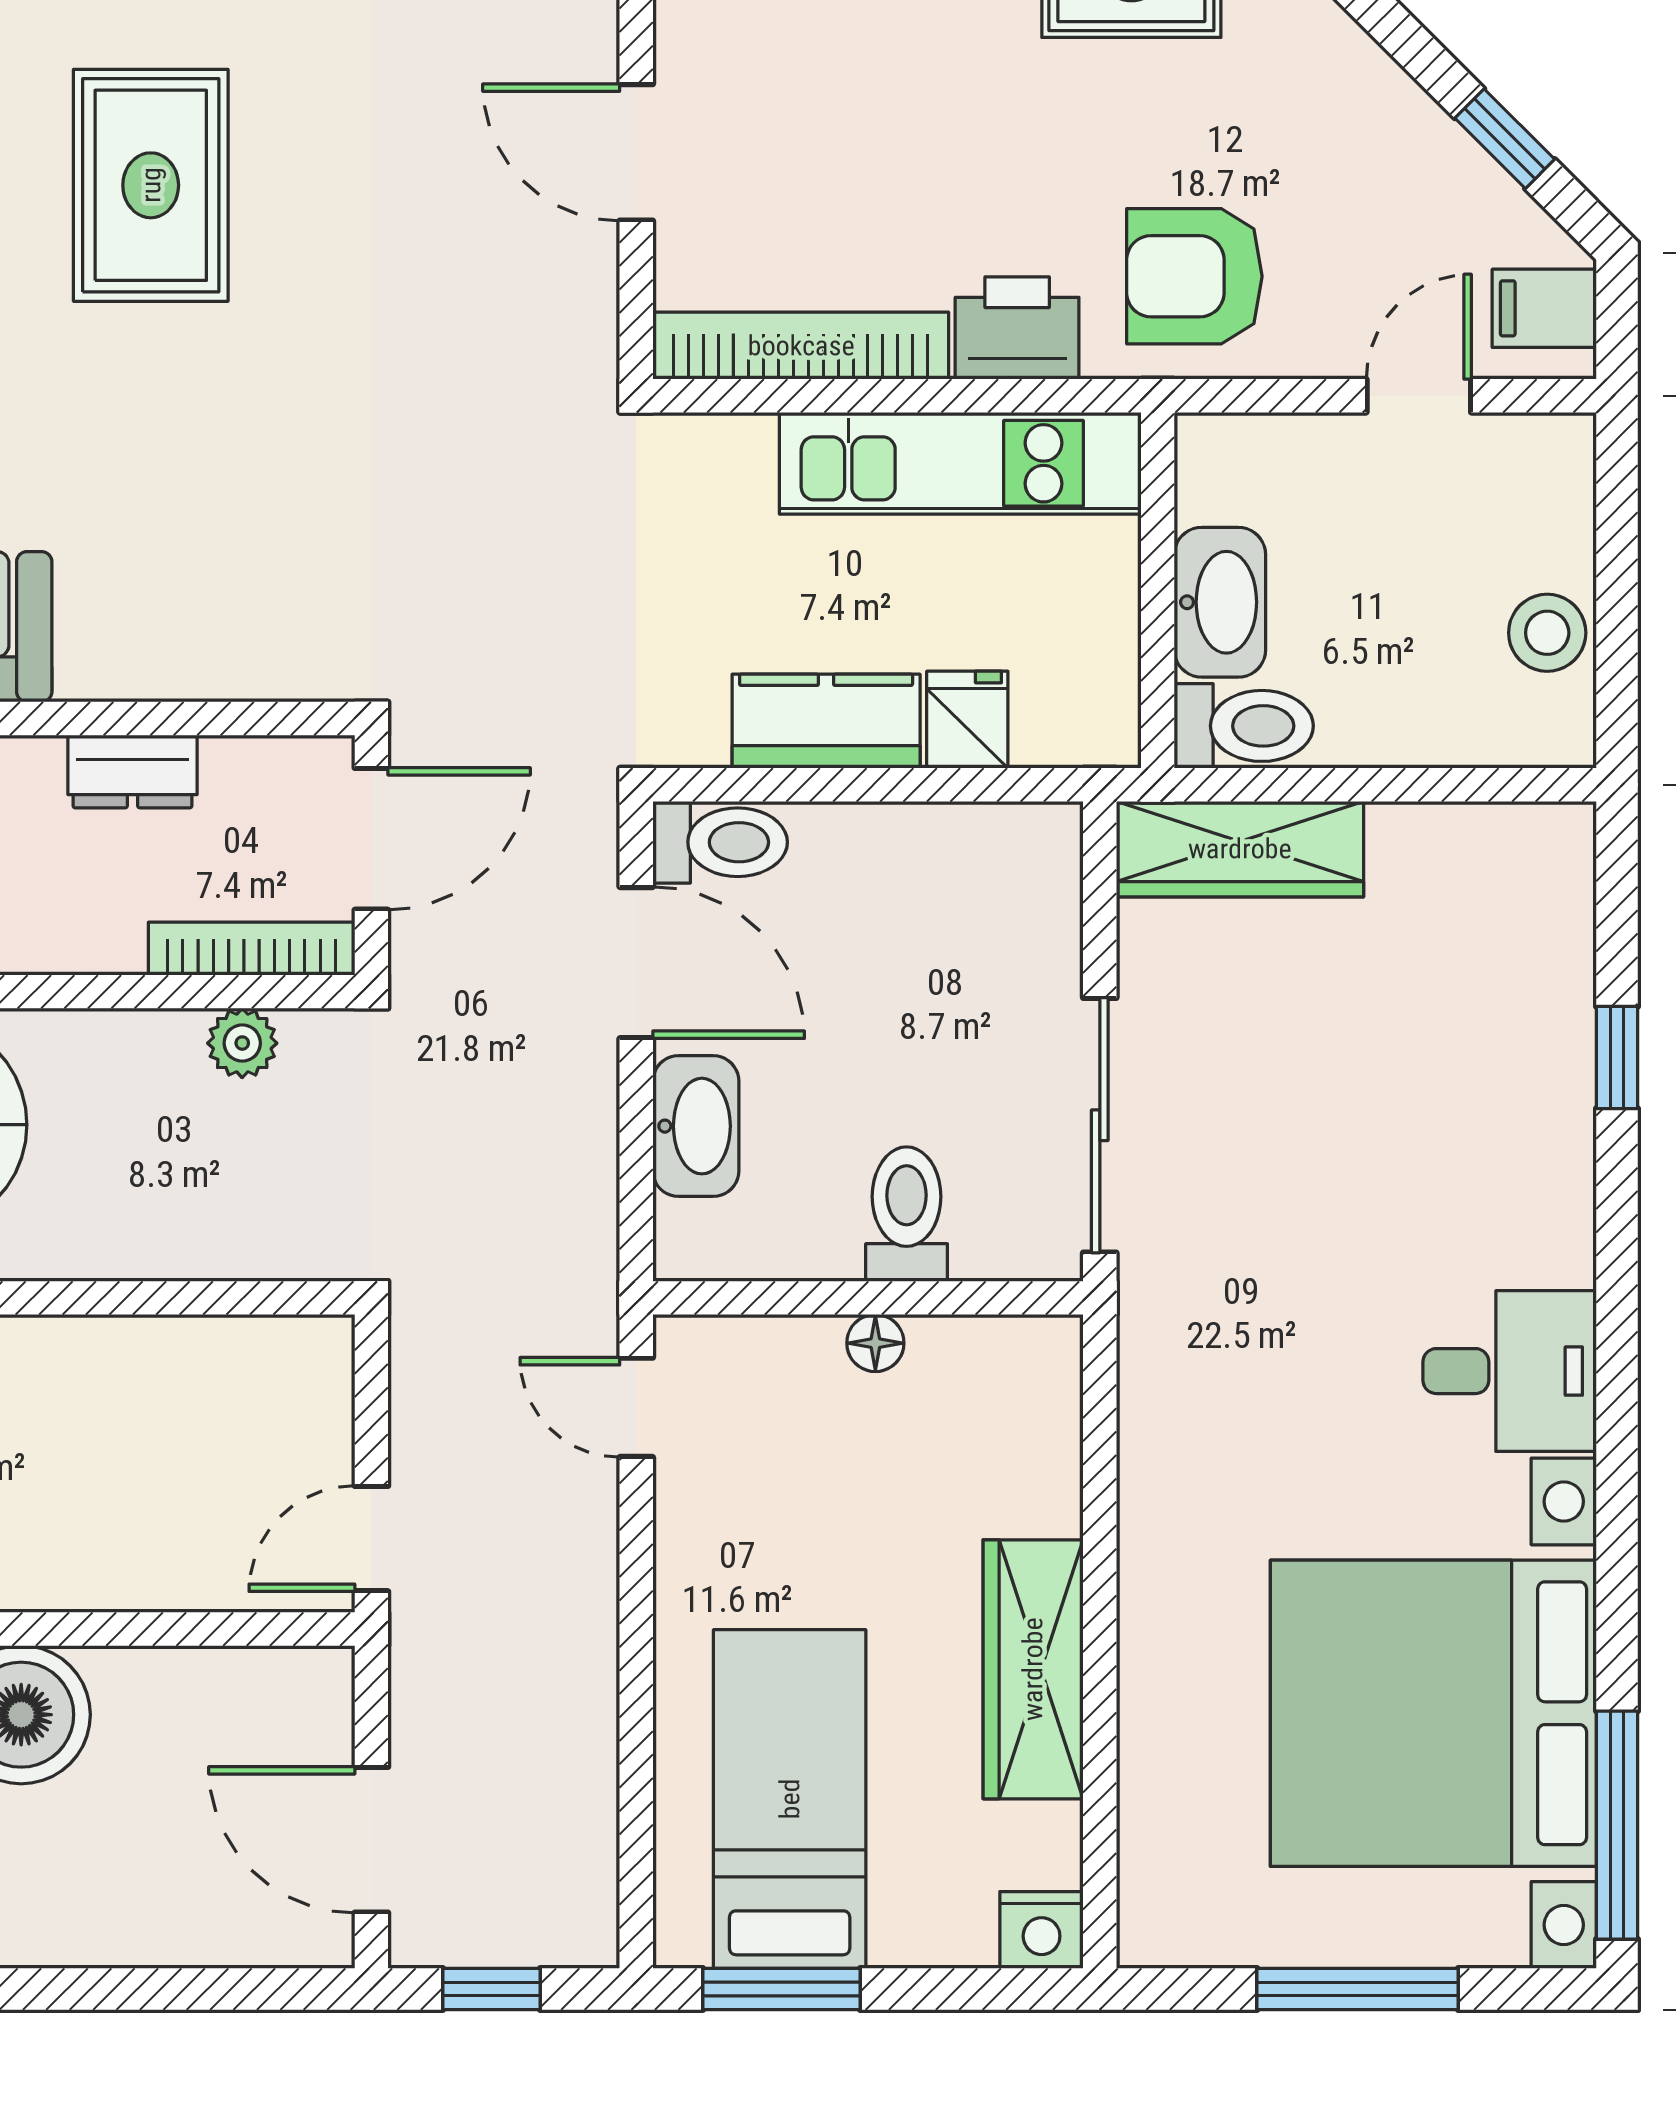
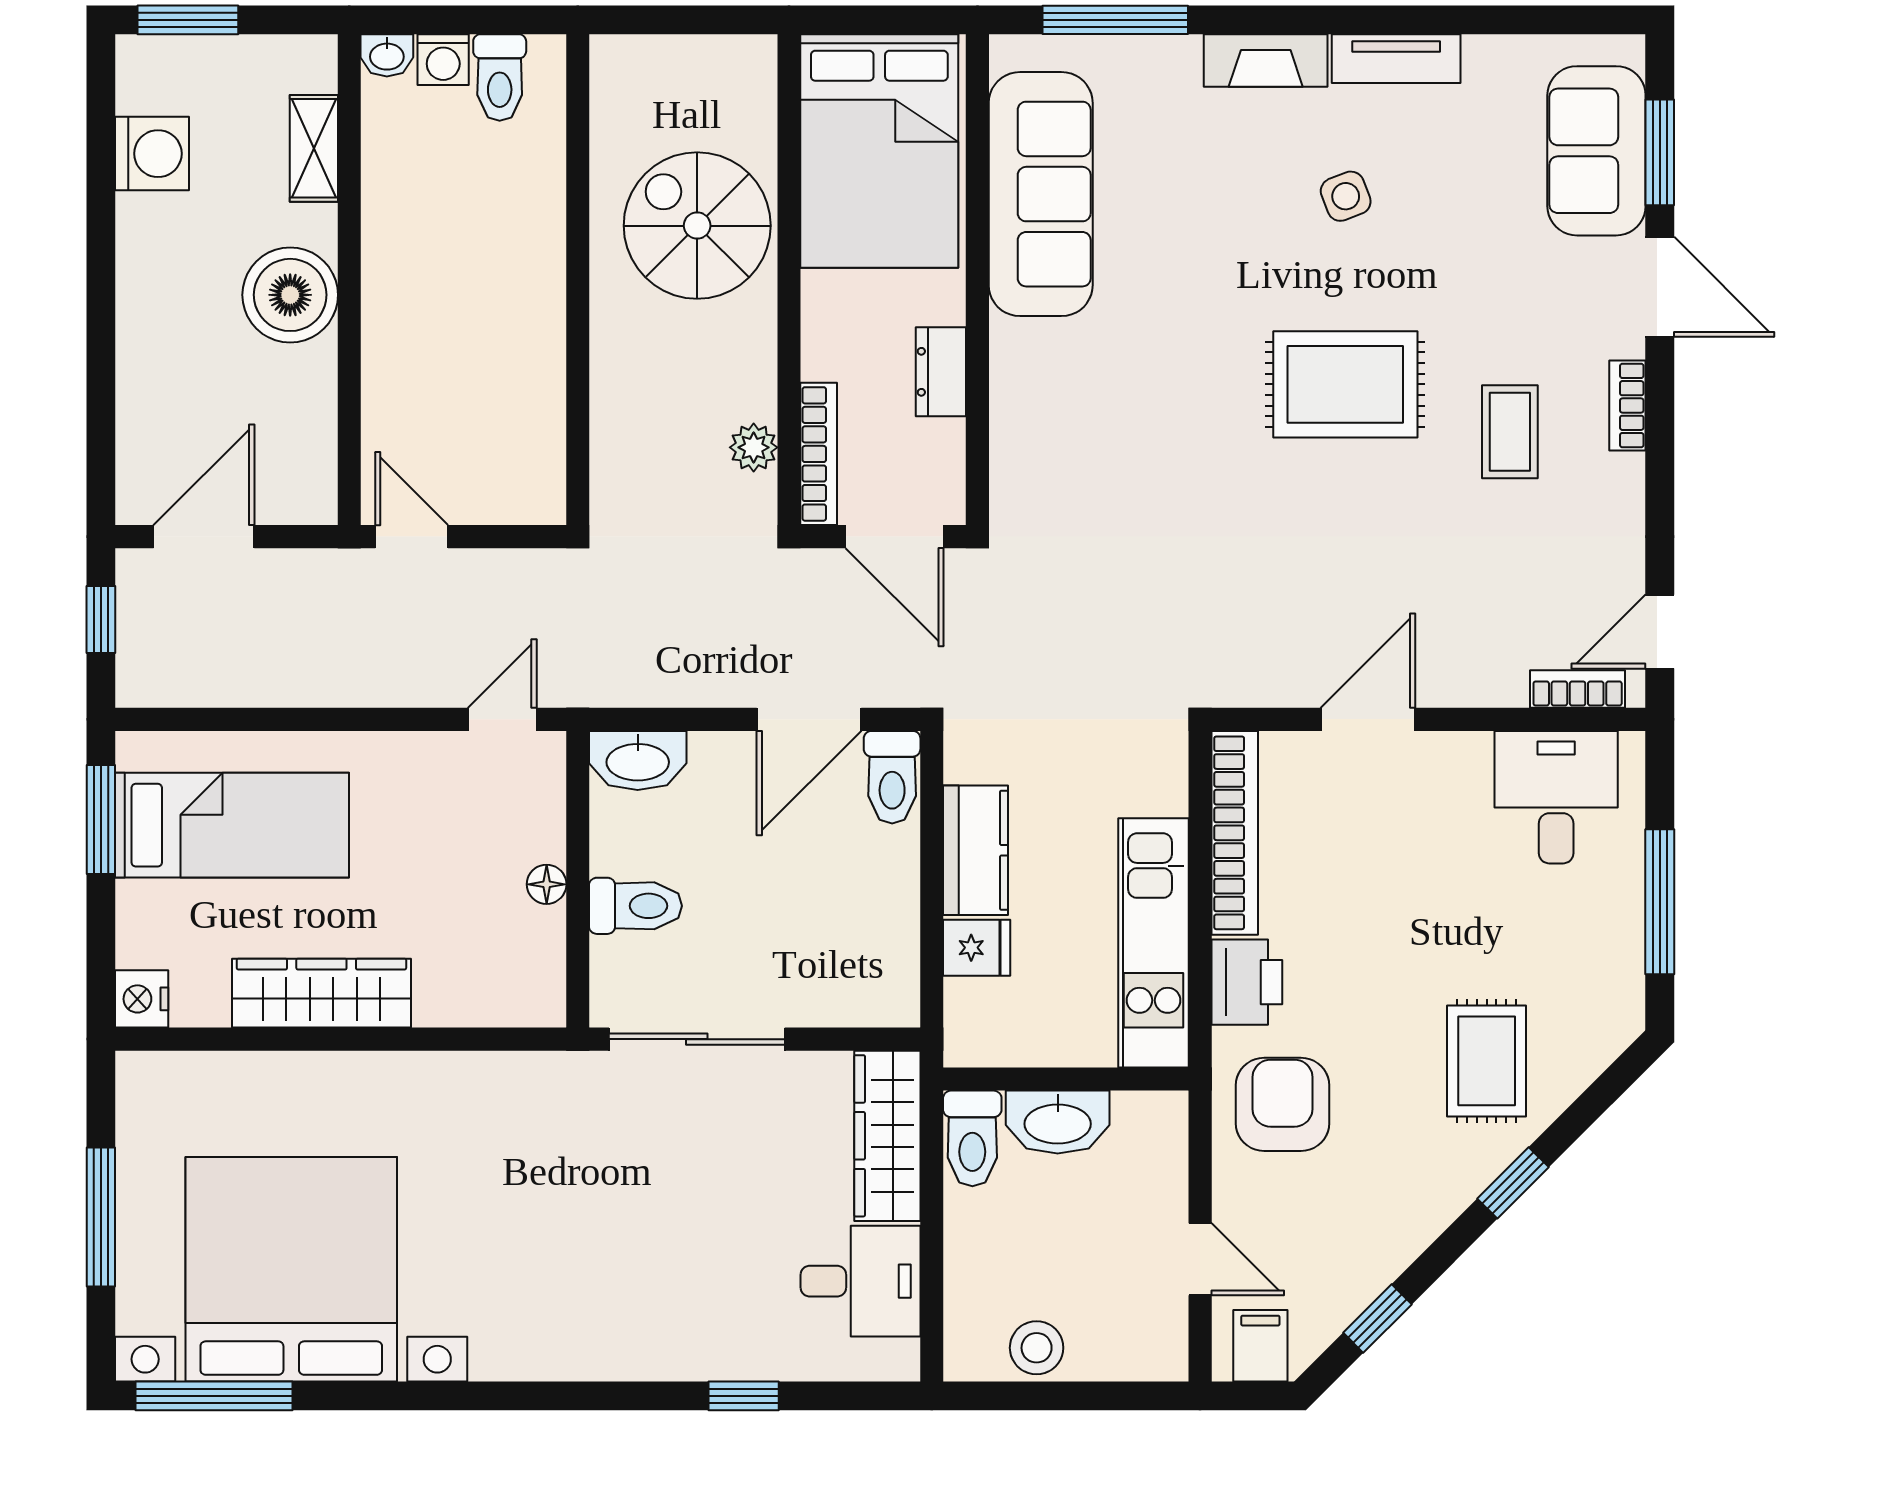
washbasin: (696, 1126) -> (638, 760), moved
desk: (1510, 1371) -> (860, 1281), moved, turned -90

